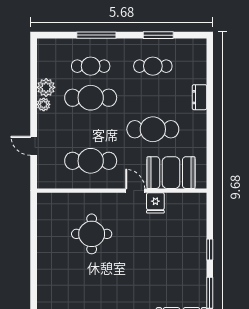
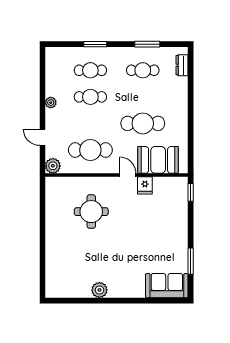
window: (96, 35) -> (95, 44), width x0.69
plant: (46, 87) -> (53, 166), moved
dresser: (199, 97) -> (182, 65), moved
cafe table: (91, 98) -> (90, 97), width x0.73, depth x0.74
window: (210, 250) -> (191, 192), moved

